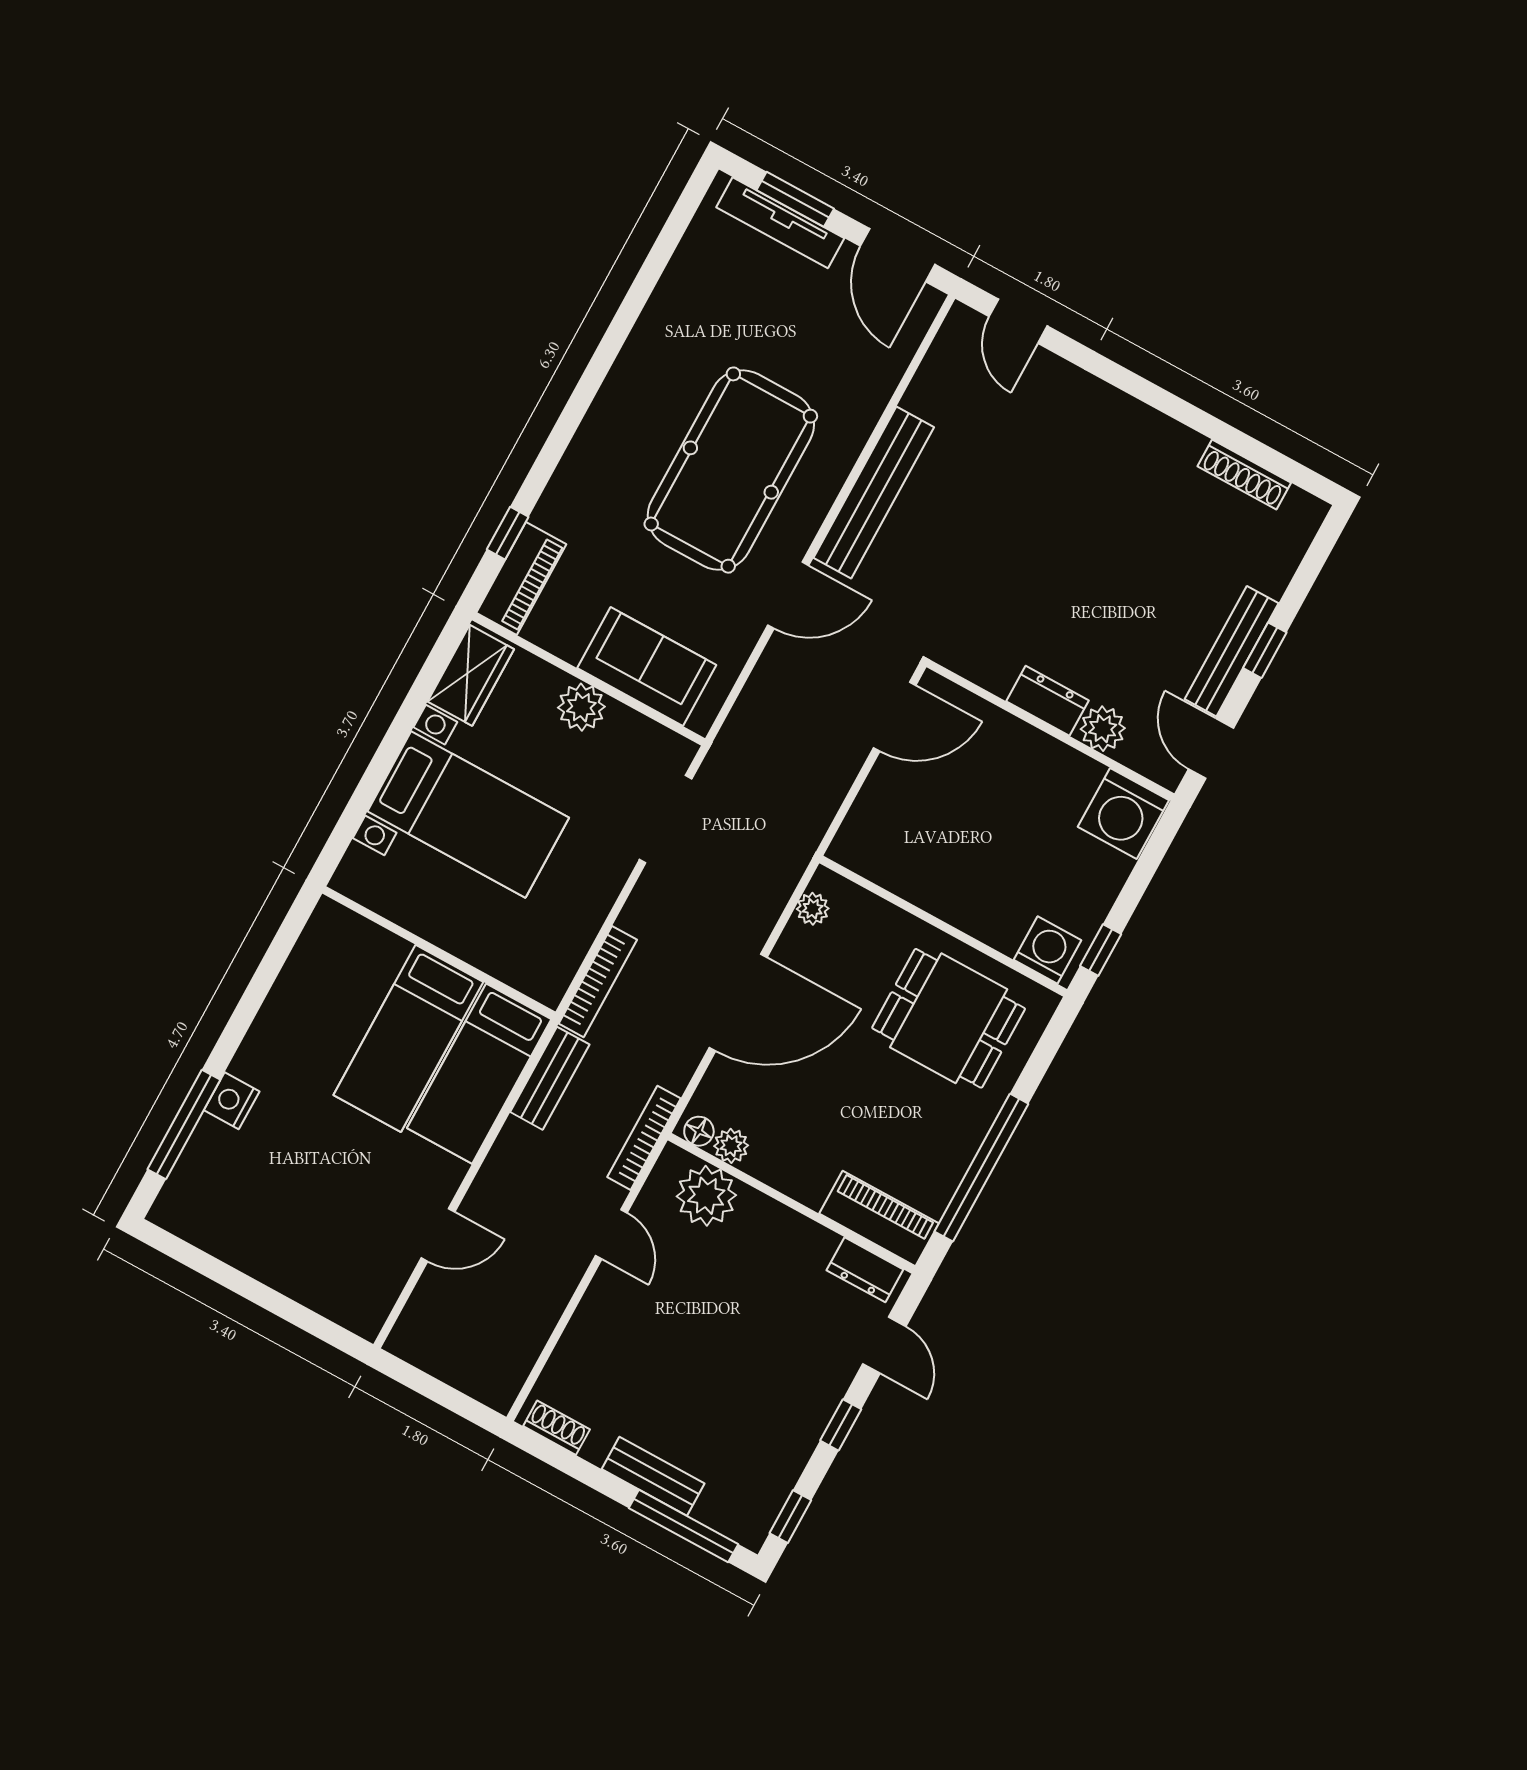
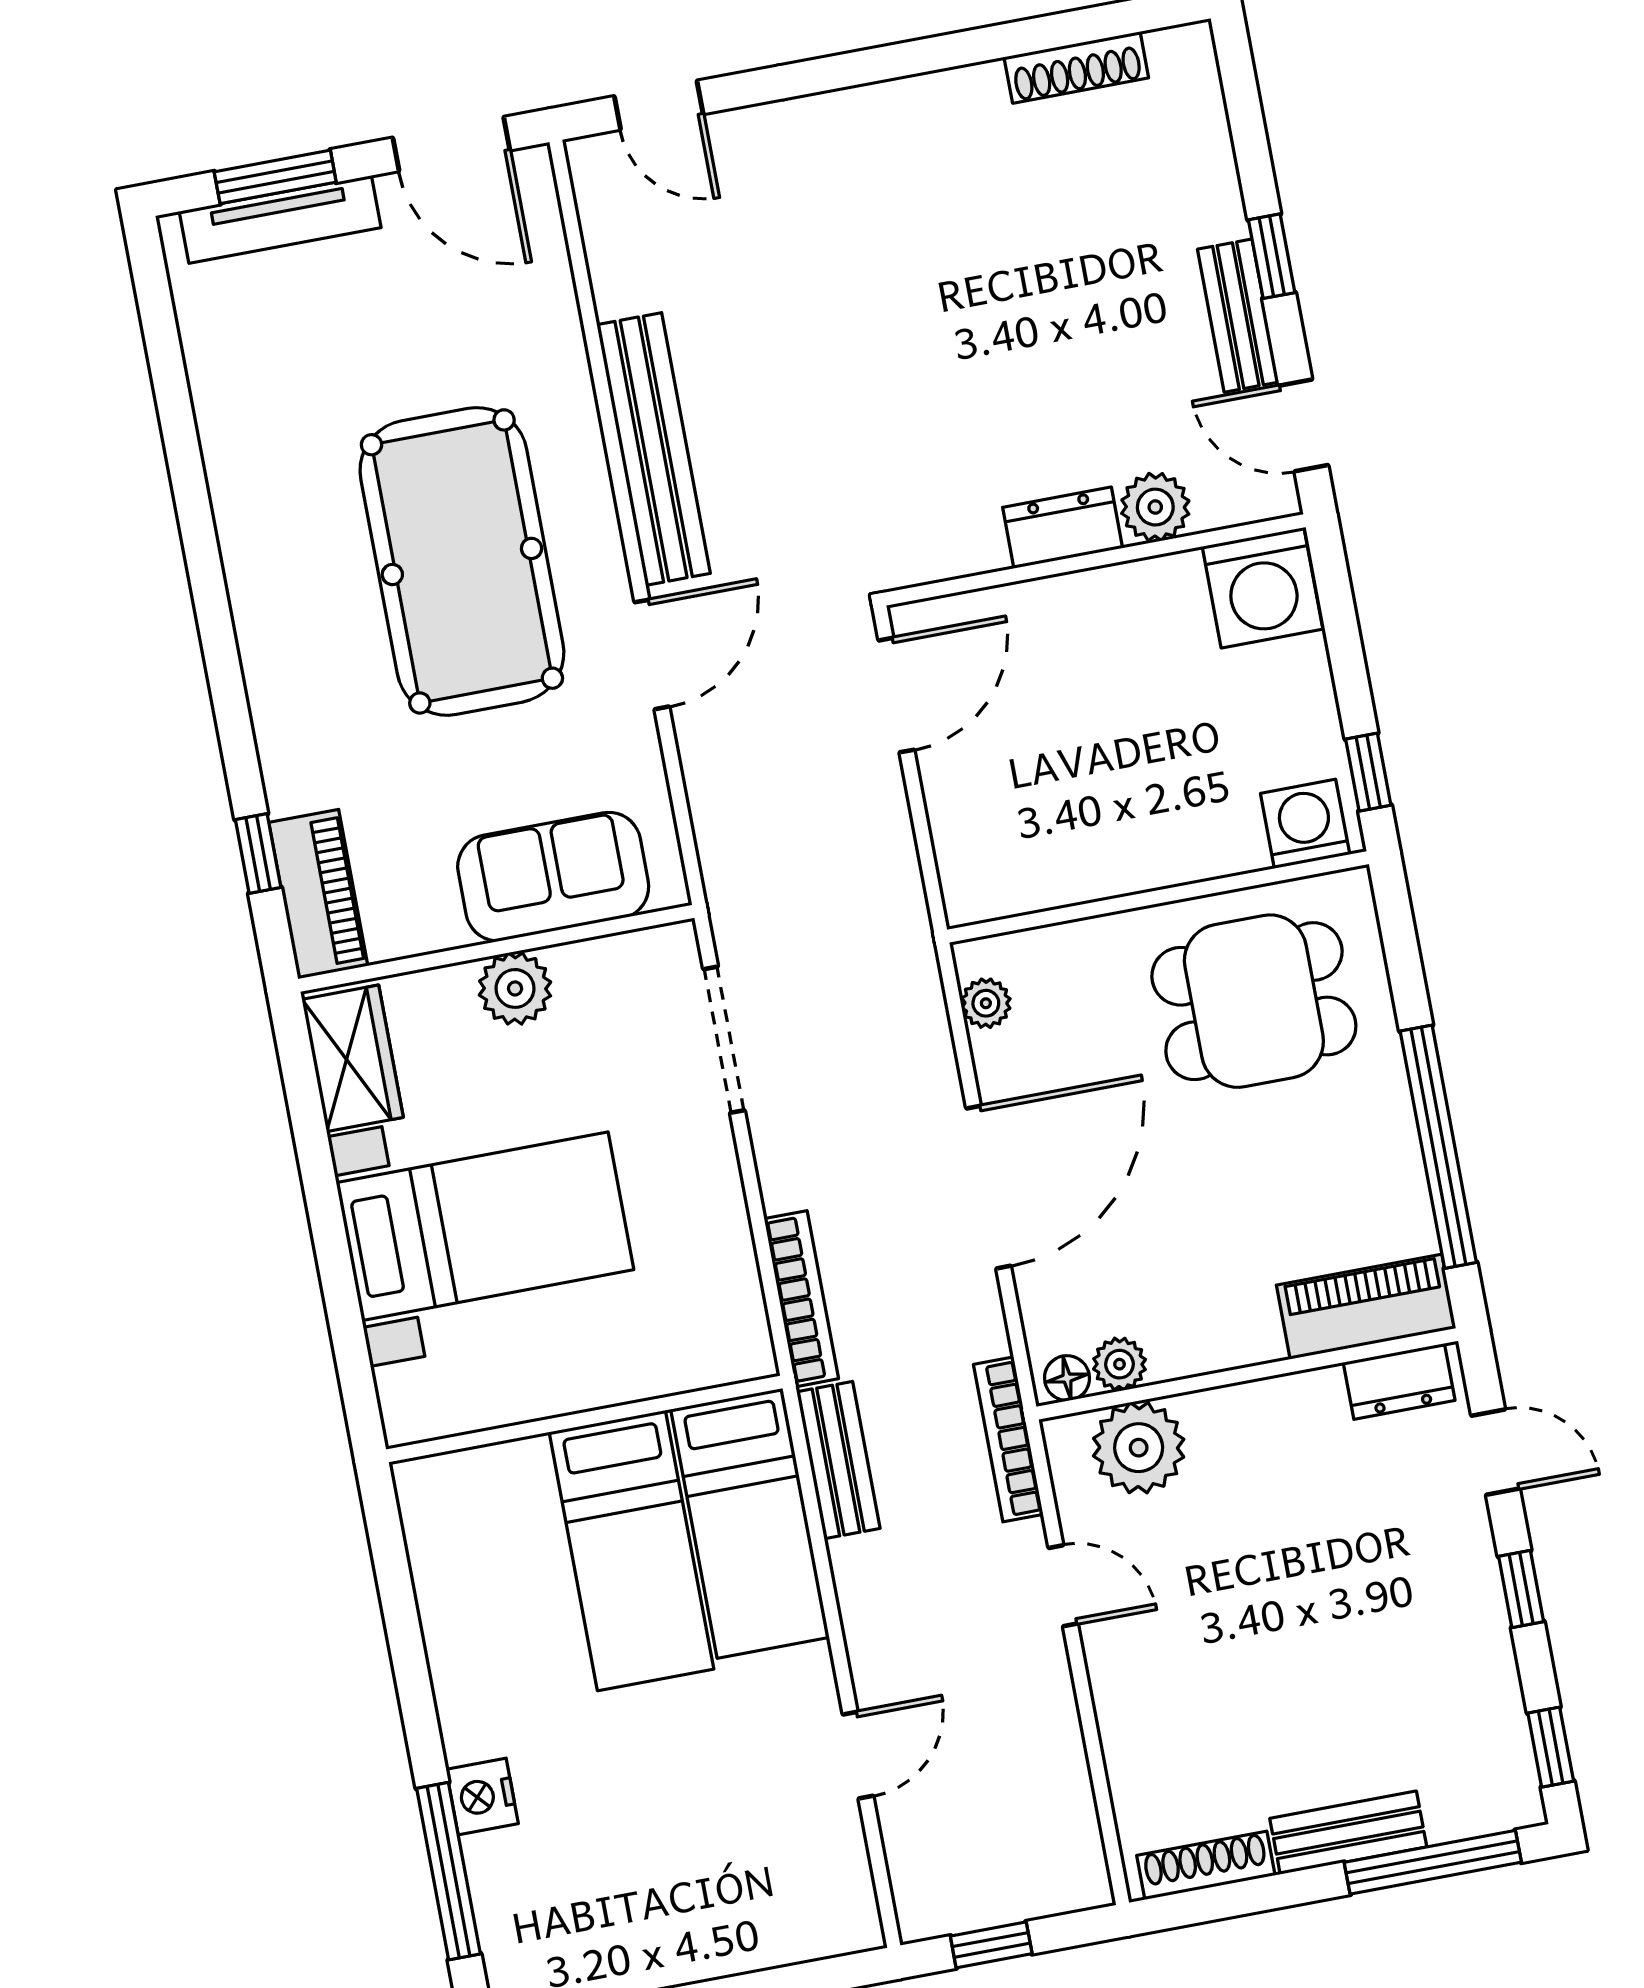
bench: (1232, 651) -> (1238, 316), width x0.73
window: (427, 1386) -> (991, 1945), added
shoe rack: (557, 1428) -> (1206, 1865), width x1.43

